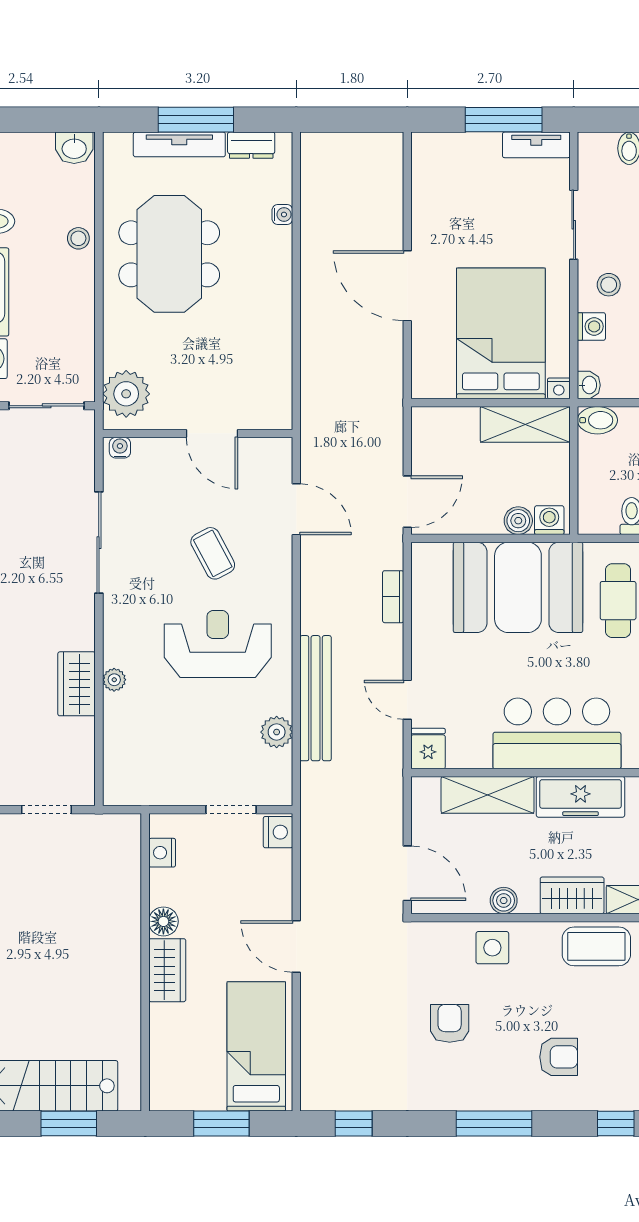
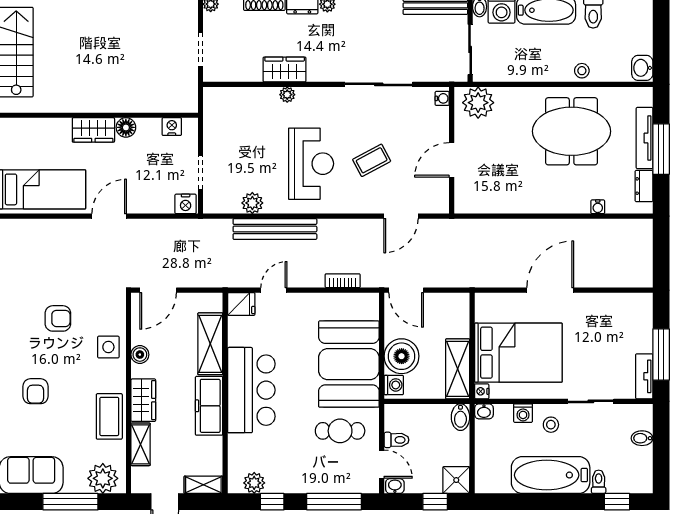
boiler: (518, 521) -> (402, 356), width x1.86, depth x1.86

